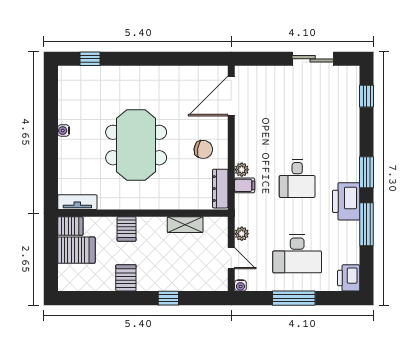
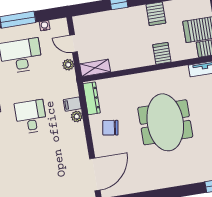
shelving: (185, 225) -> (95, 68), moved
water cooler: (240, 285) -> (45, 26), moved

